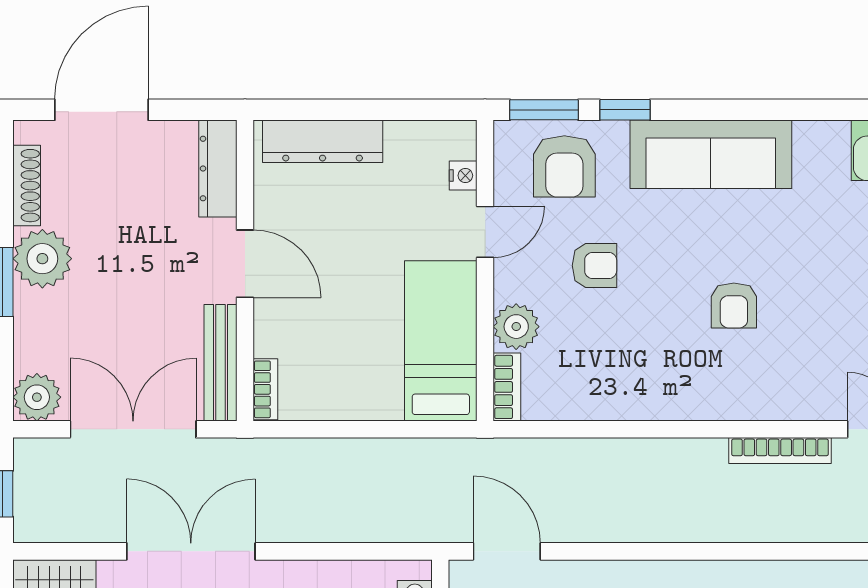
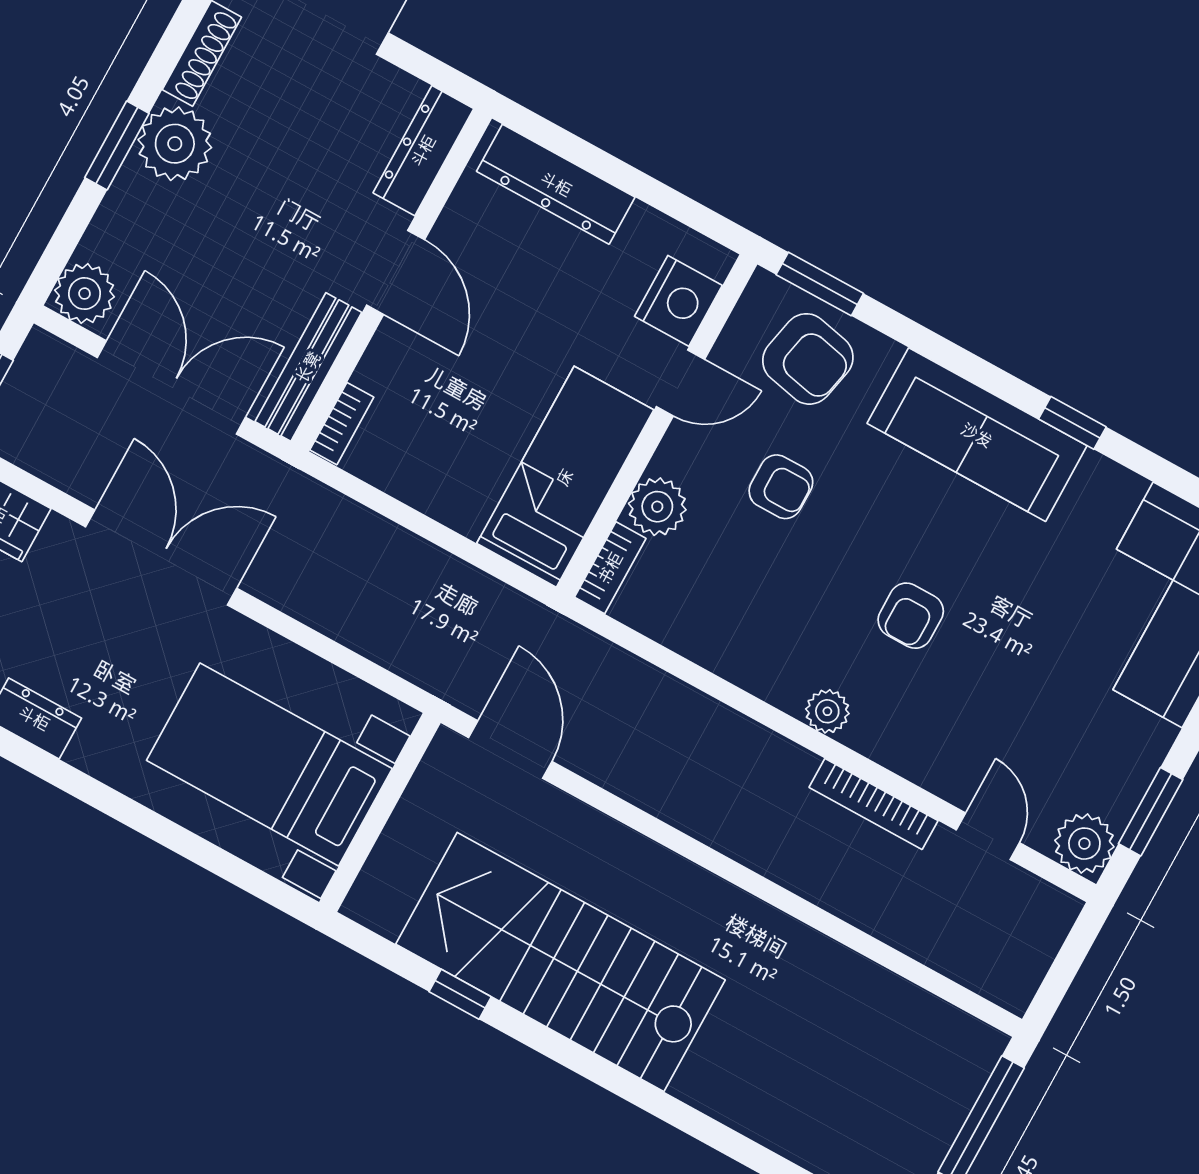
window: (625, 110) -> (1072, 423), moved
armchair: (564, 166) -> (808, 359), turned -78
nightstand: (463, 176) -> (678, 301), width x1.89, depth x1.79
plant: (713, 404) -> (827, 711), added

